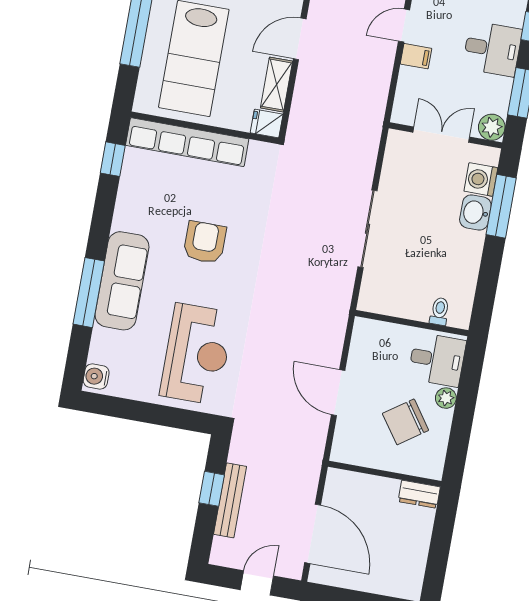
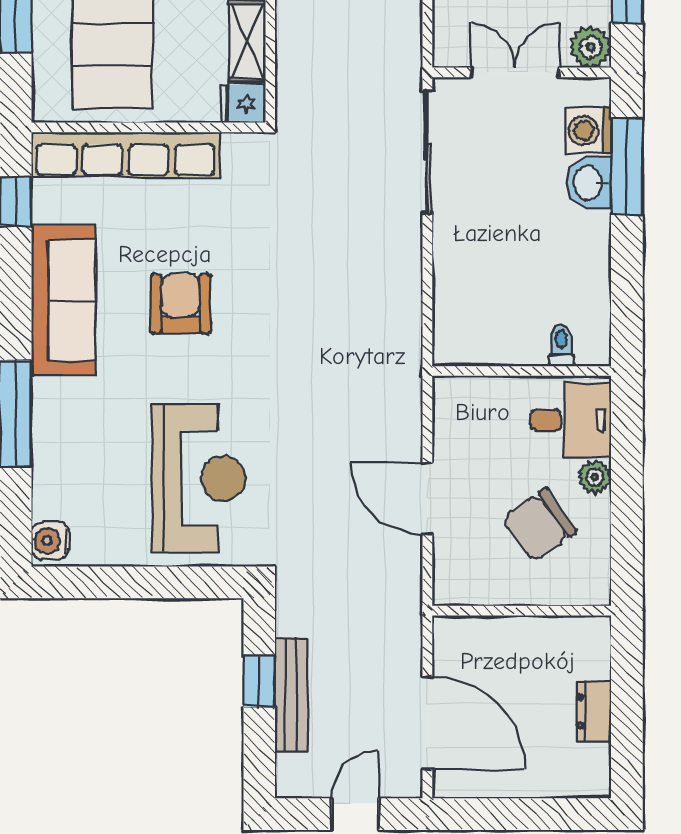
sliding door: (368, 229) -> (427, 152), moved
sofa: (122, 281) -> (64, 300), moved
dresser: (419, 494) -> (594, 711), moved, turned 90

